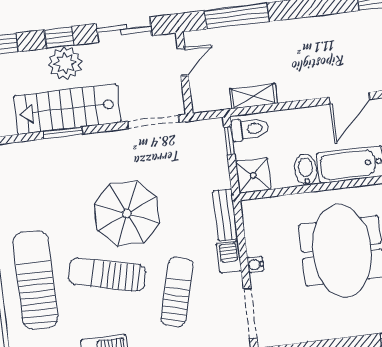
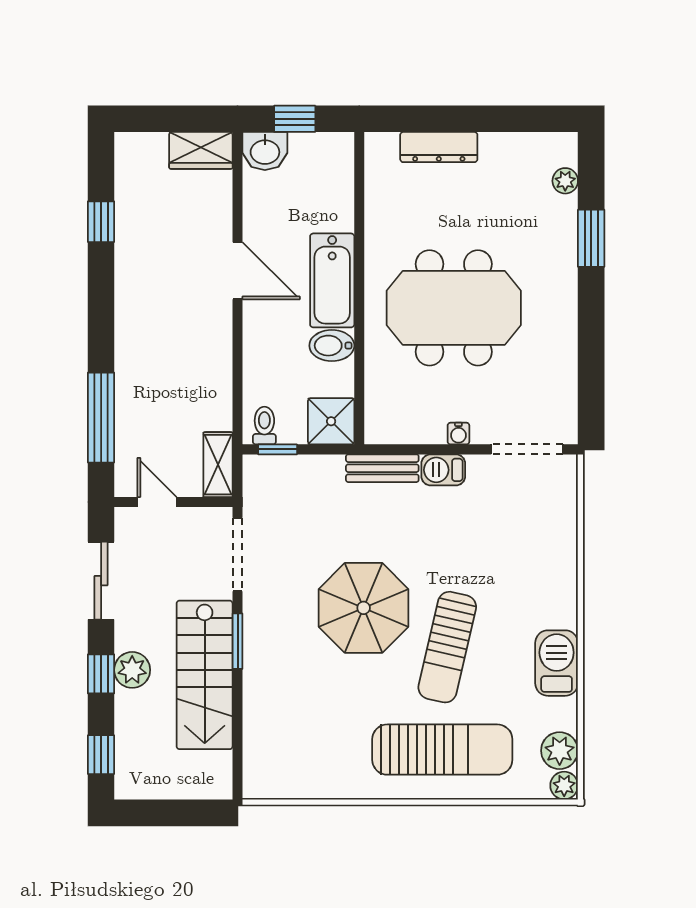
plant: (65, 63) -> (132, 670), width x0.73, depth x0.73
shelving: (253, 96) -> (218, 465), moved
toilet: (250, 129) -> (264, 426), width x0.73, depth x0.72
window: (63, 133) -> (238, 641), moved
sun lounger: (36, 280) -> (442, 750), turned 180
sun lounger: (177, 292) -> (484, 550), removed

